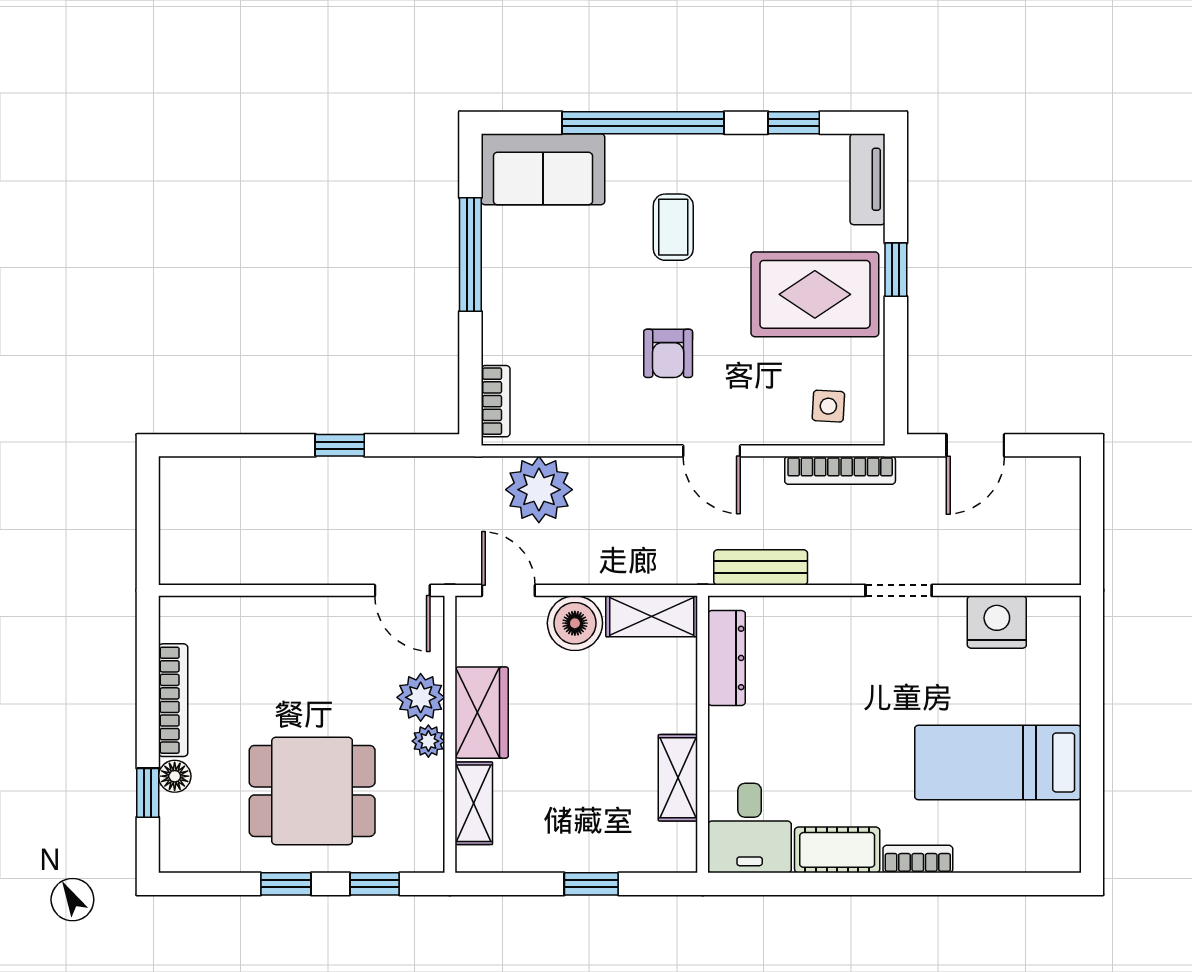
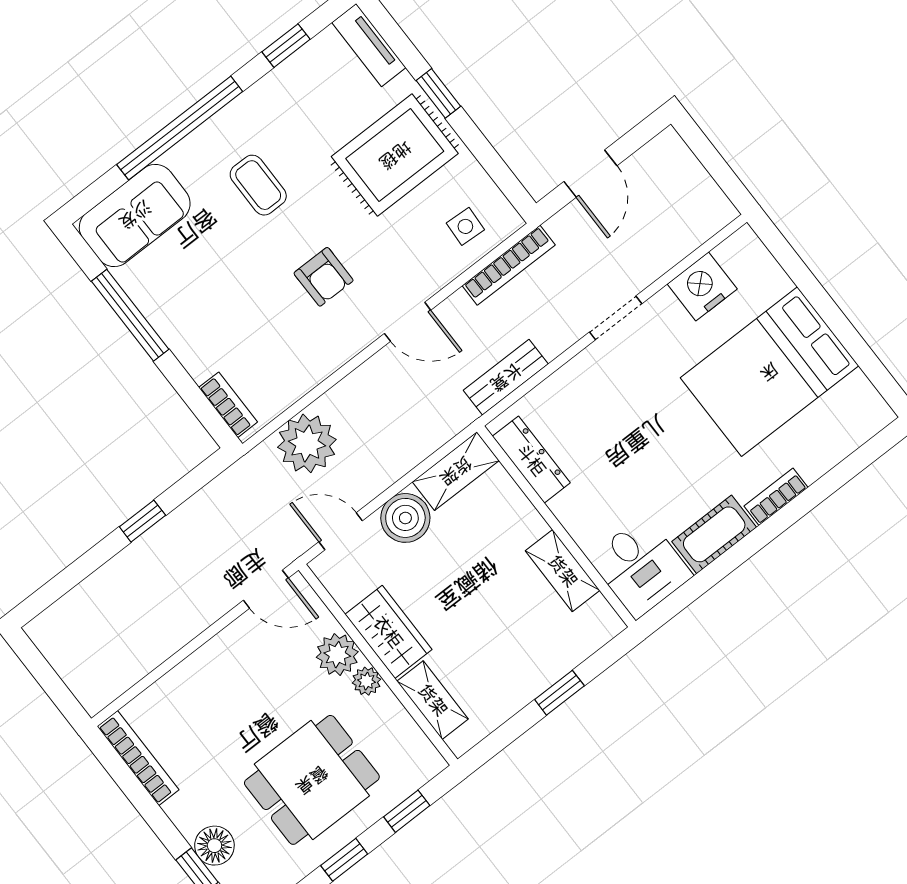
bookcase: (173, 700) -> (138, 758), moved
bed: (998, 762) -> (769, 372), width x1.50
floor lamp: (175, 776) -> (214, 846), width x1.37, depth x1.37

